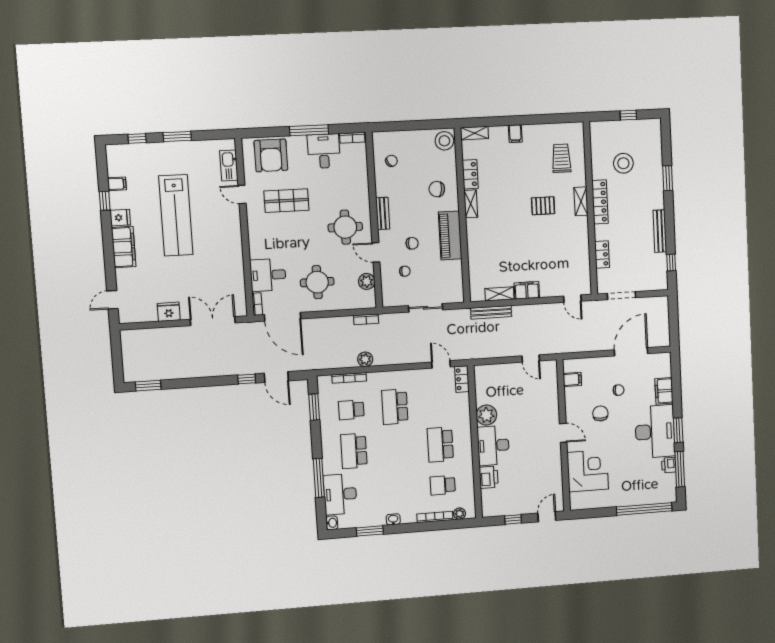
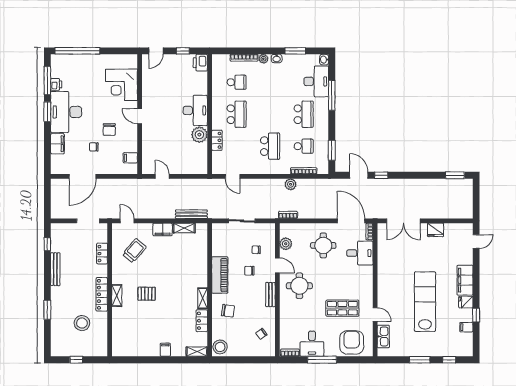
trolley: (561, 158) -> (134, 251), moved, turned -139
locker: (462, 379) -> (217, 140), moved
printer: (489, 477) -> (200, 63), moved
plant: (460, 514) -> (263, 59), moved

